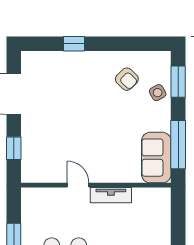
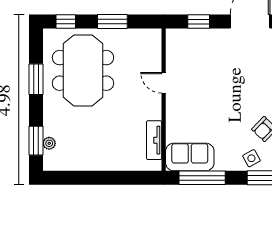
door: (78, 185) -> (164, 83), swing flipped
tv unit: (111, 195) -> (154, 140), moved

